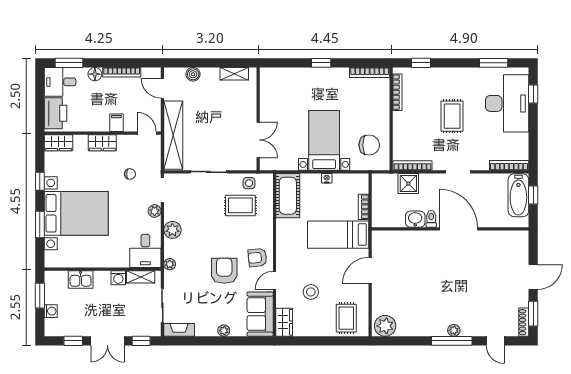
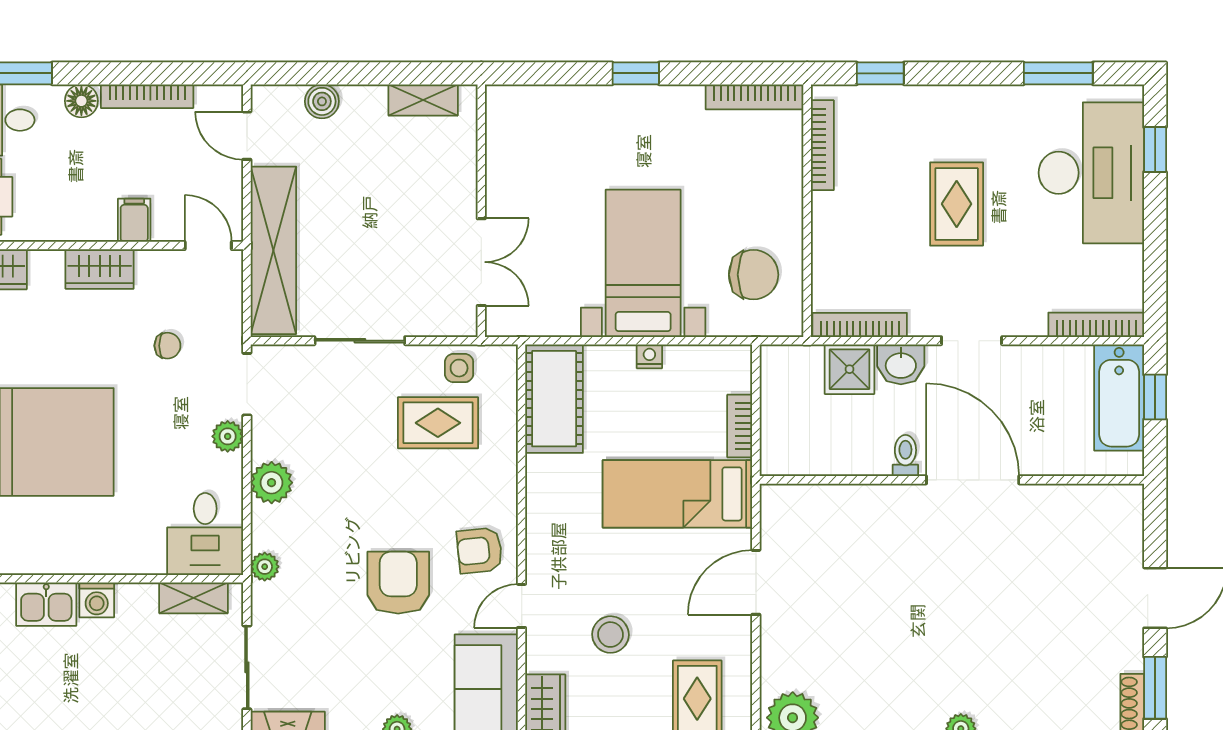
washbasin: (415, 219) -> (901, 364), moved, turned 180
washing machine: (118, 278) -> (97, 600), moved

